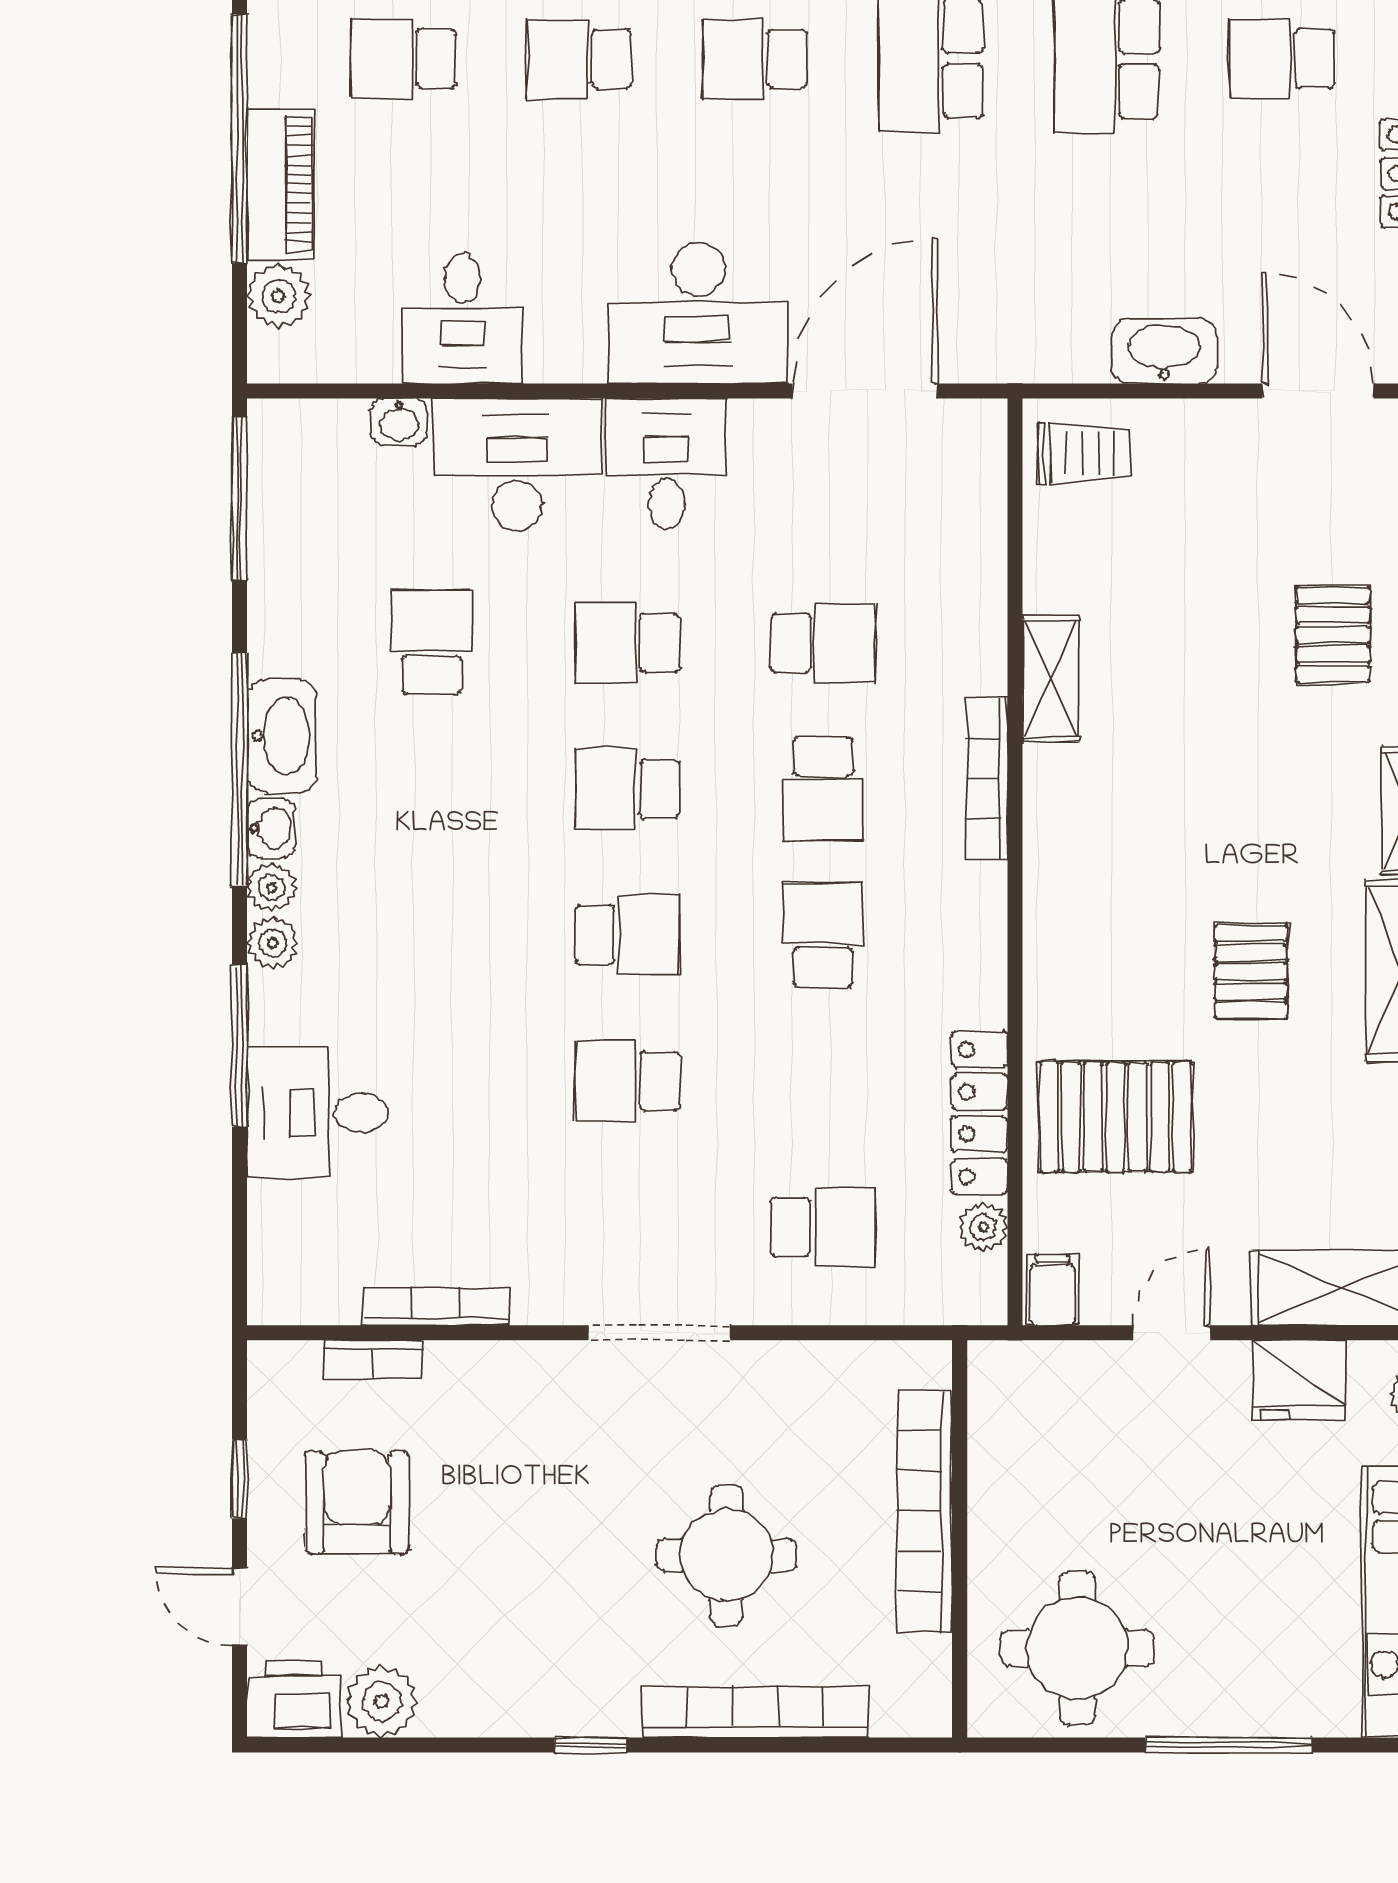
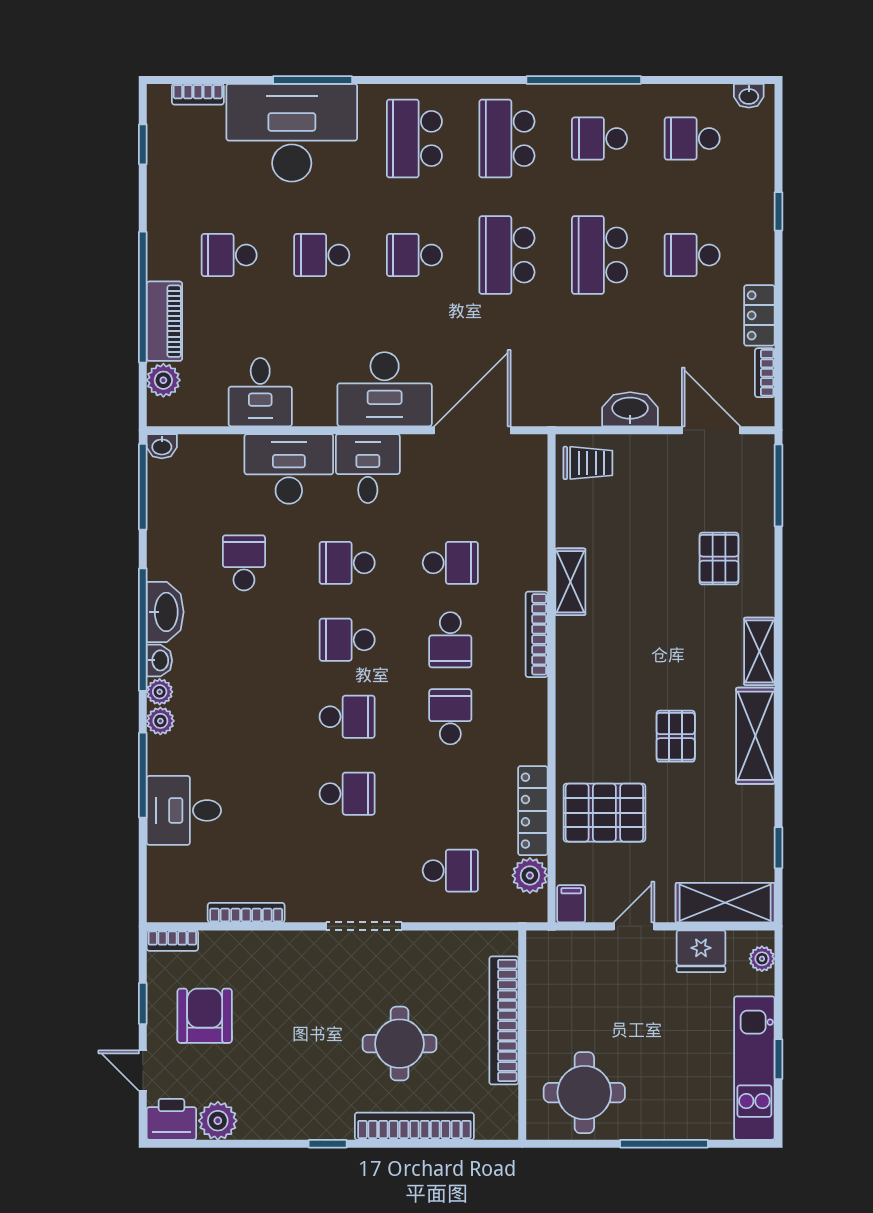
washbasin: (399, 422) -> (162, 446), moved
school desk: (627, 1081) -> (347, 794), turned 180
plant: (983, 1227) -> (530, 875), width x1.38, depth x1.38
bookcase: (373, 1360) -> (172, 941), moved

